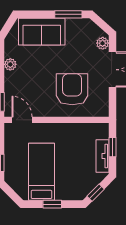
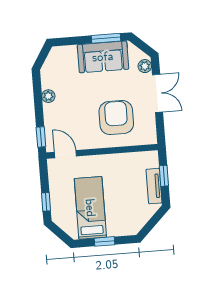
sofa: (42, 32) -> (103, 57), moved
window: (96, 193) -> (150, 226), removed

